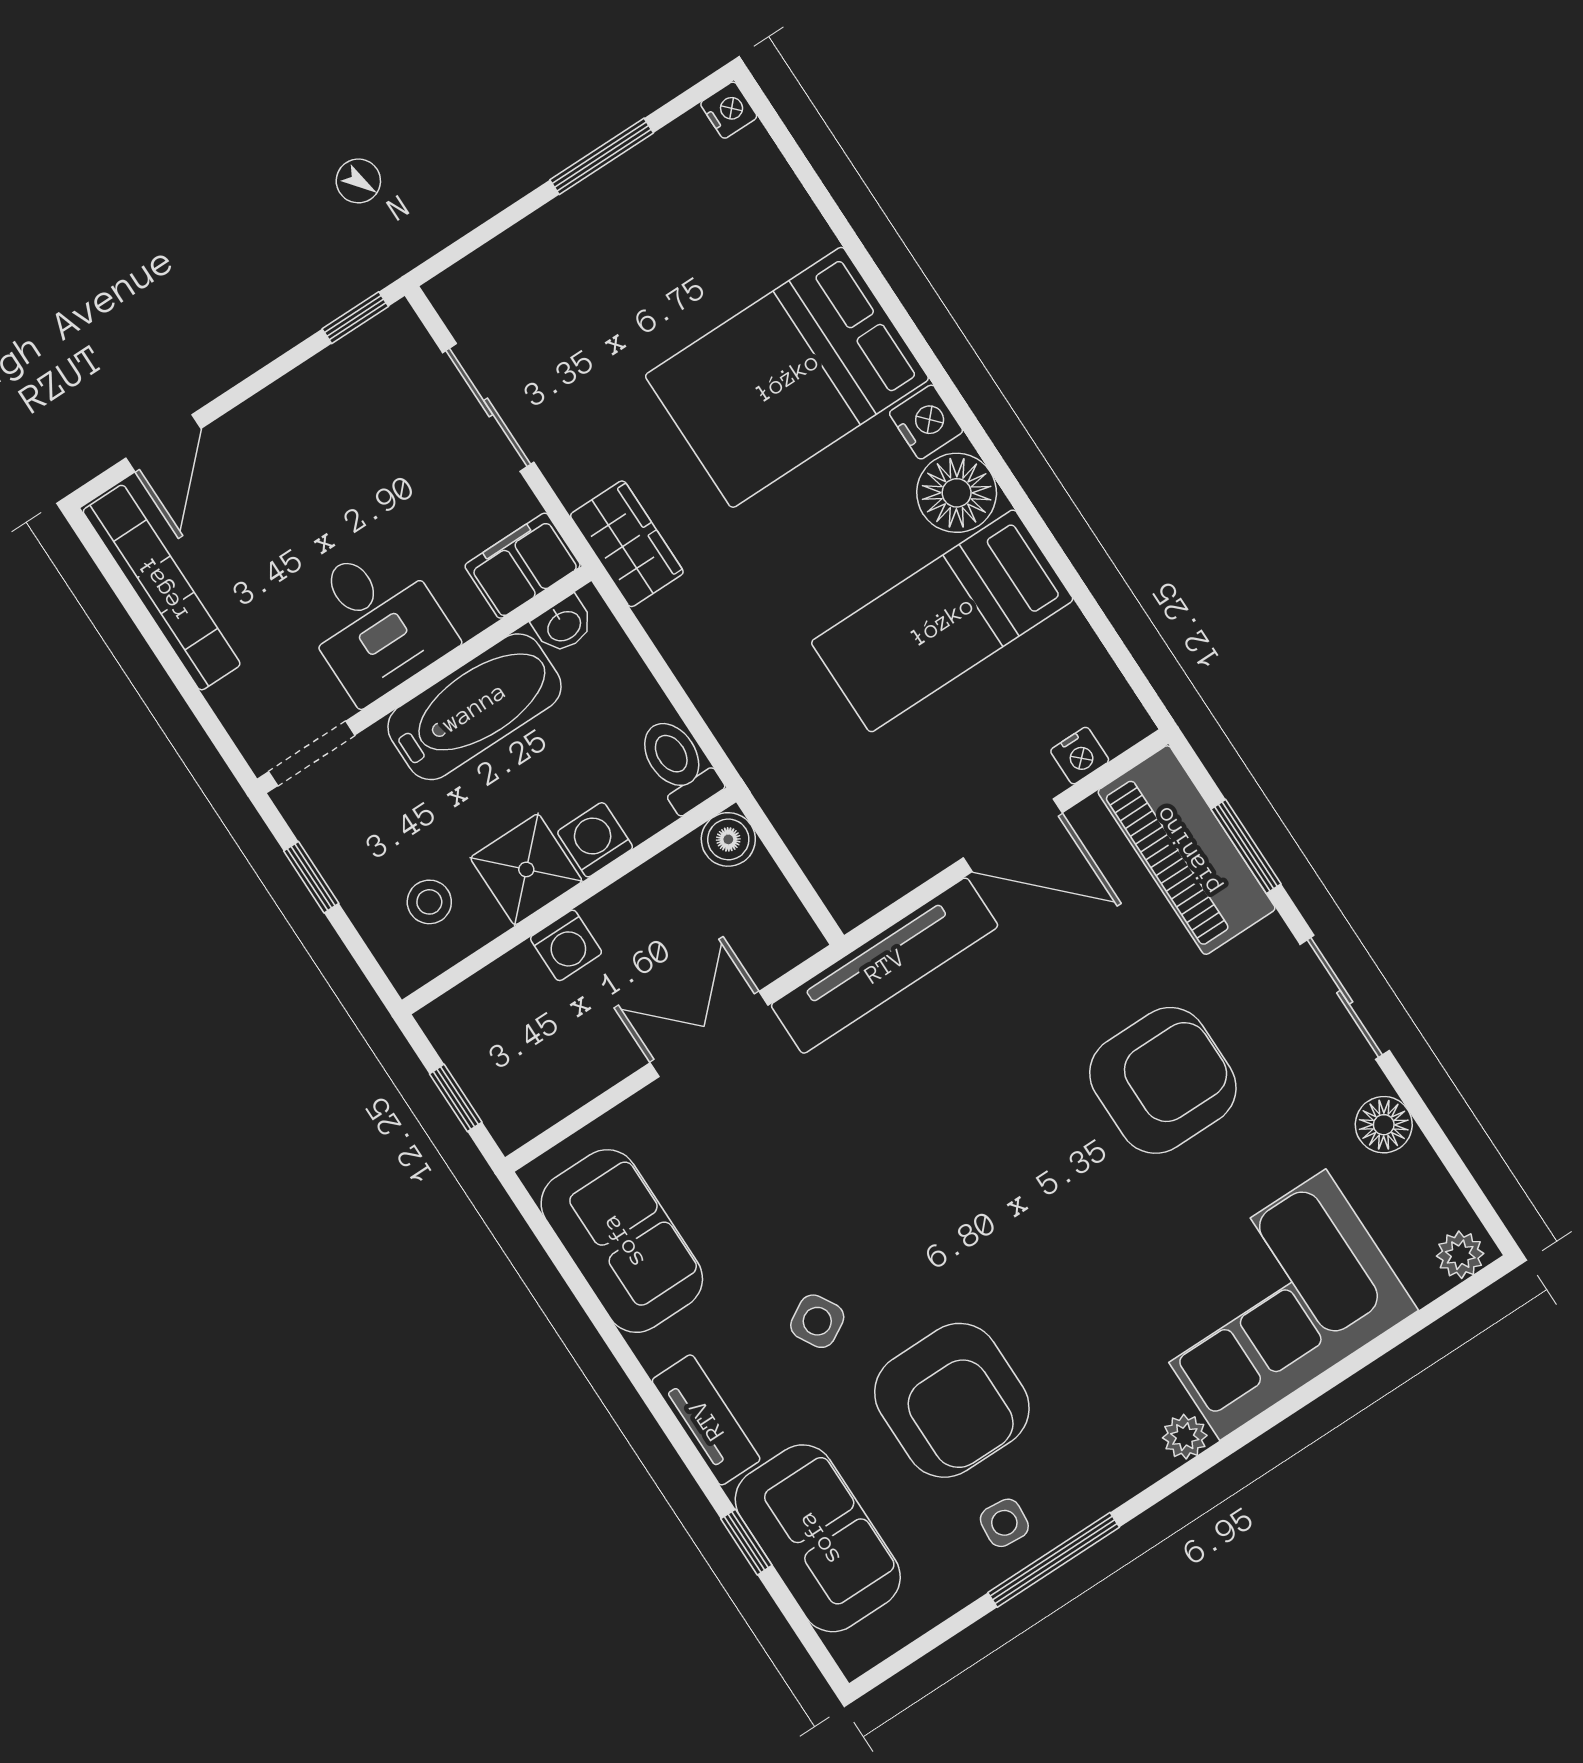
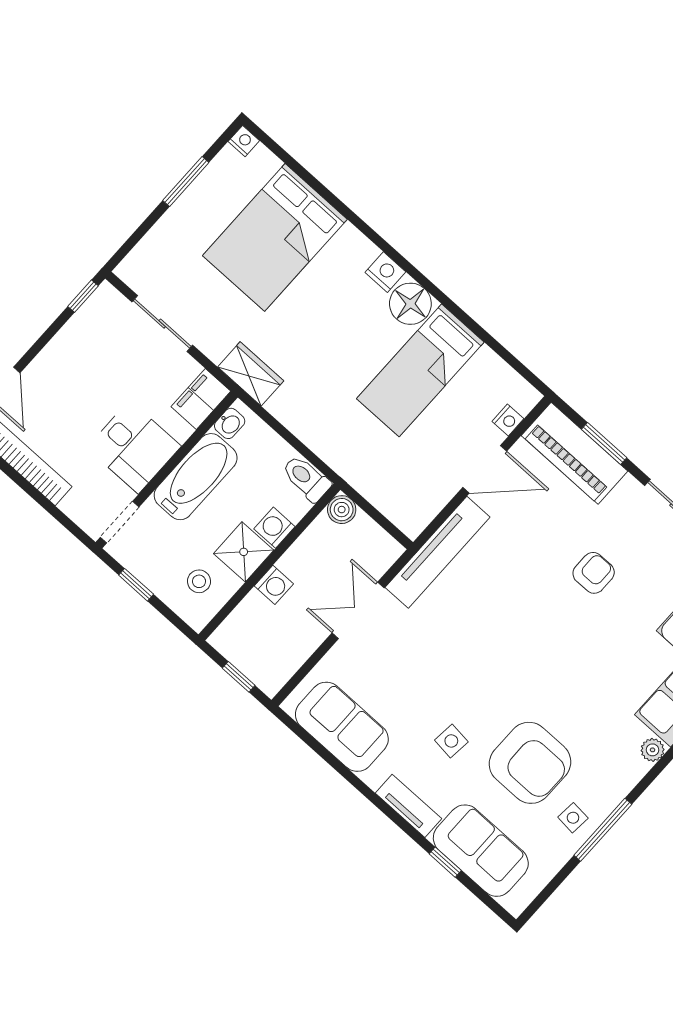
bed: (787, 377) -> (275, 237), moved
armchair: (1163, 1080) -> (594, 573), width x0.53, depth x0.53
side table: (817, 1321) -> (451, 741), turned 36

